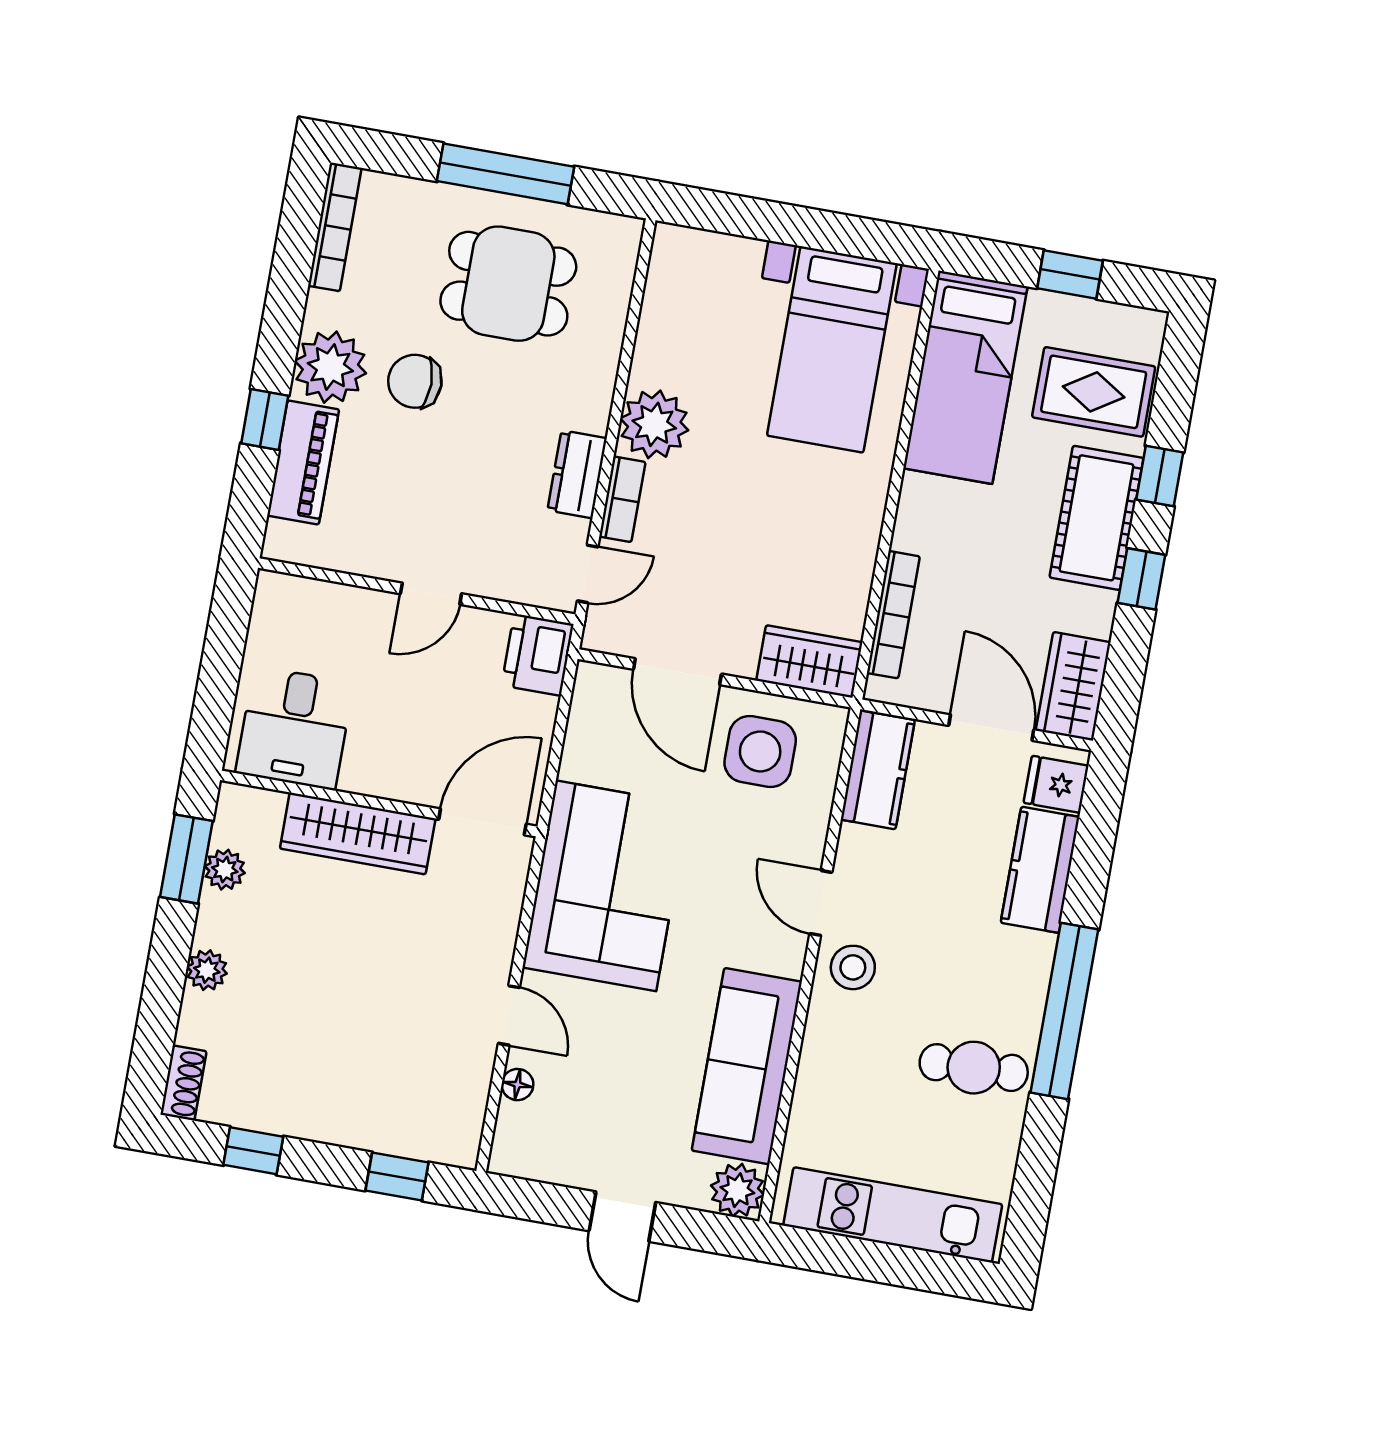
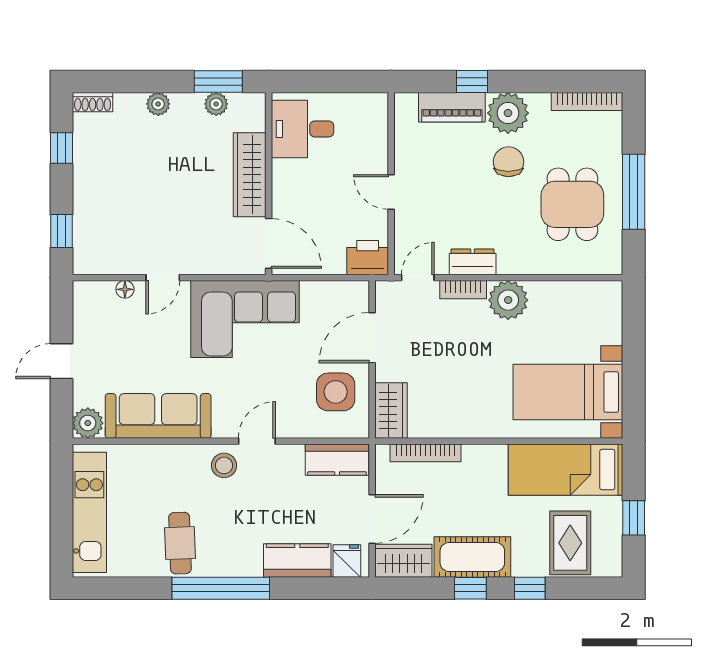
cot: (1096, 518) -> (472, 557), moved
door: (588, 574) -> (418, 278), swing flipped

